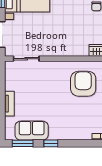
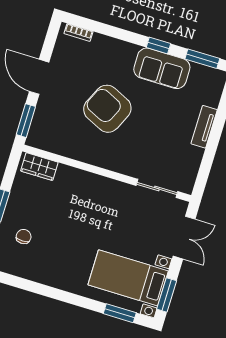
armchair: (83, 84) -> (107, 109), moved, turned 115
sofa: (32, 131) -> (162, 68), moved

